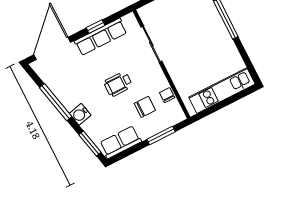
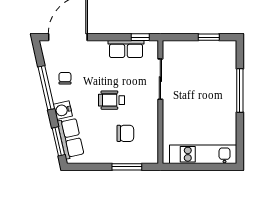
window: (95, 27) -> (140, 37), moved
row of seats: (101, 37) -> (126, 49), width x0.68
chair: (167, 95) -> (65, 78), moved
row of seats: (120, 142) -> (71, 138), moved, turned 77

